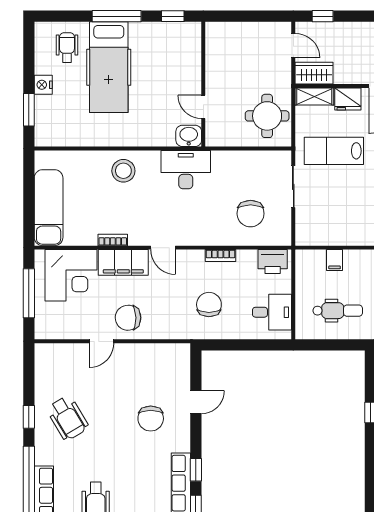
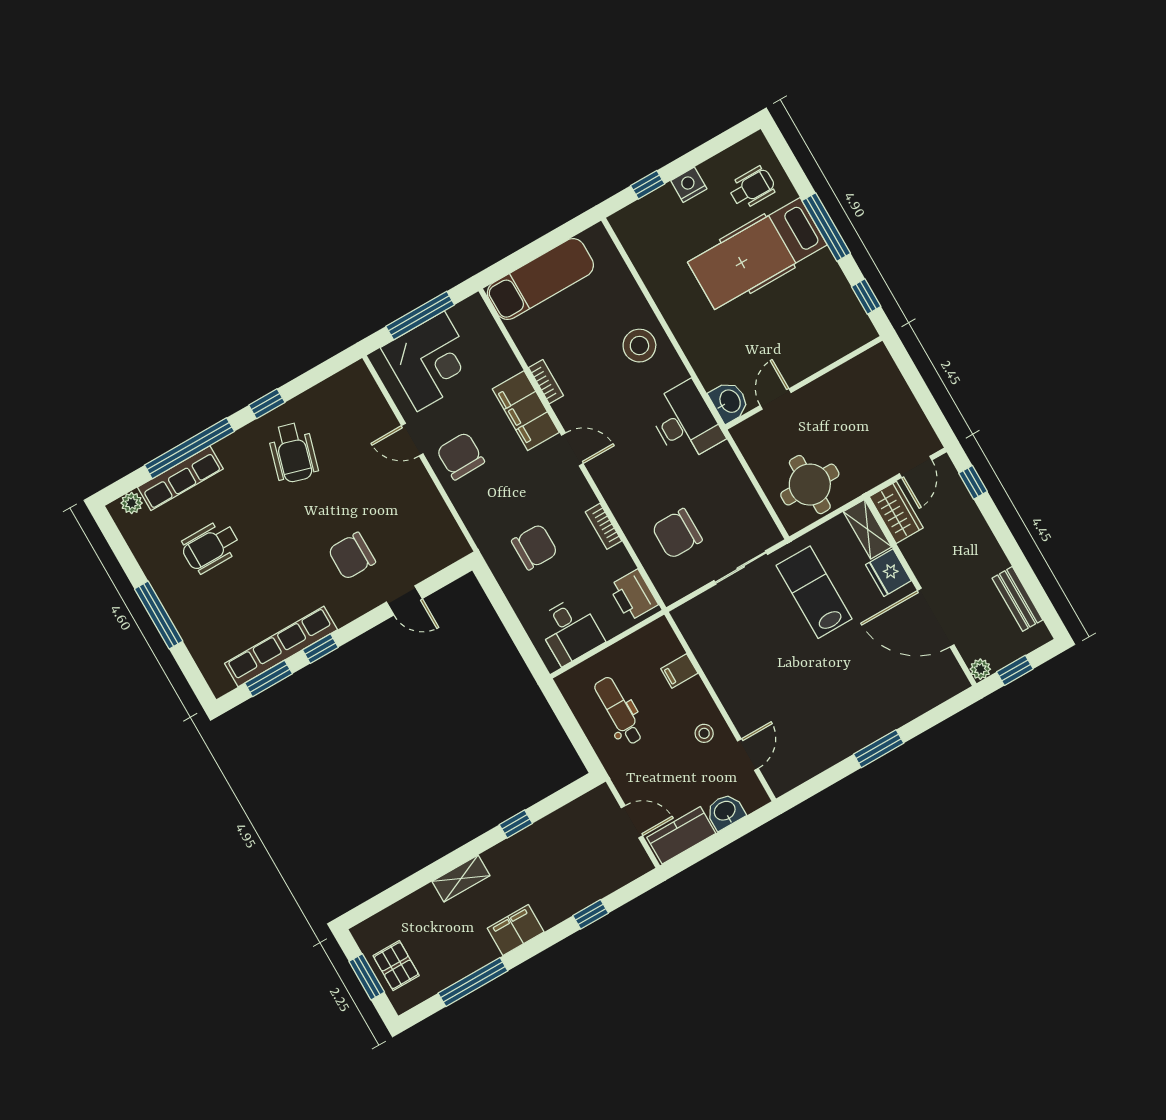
window: (29, 110) -> (648, 185), width x0.67
door: (163, 248) -> (572, 449), swing flipped
corner desk: (71, 275) -> (431, 361), moved, turned -90
dental chair: (338, 311) -> (619, 711), turned 180
wheelchair: (68, 418) -> (293, 453), turned -43

